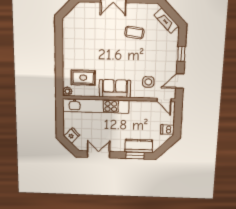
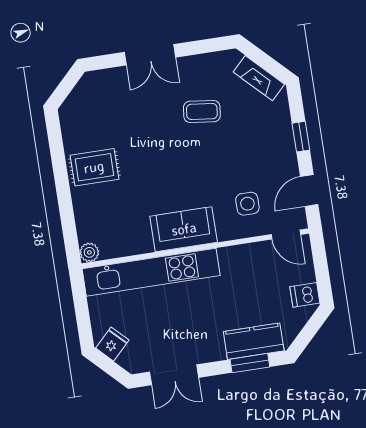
rug: (83, 78) -> (94, 167), moved
double door: (99, 154) -> (174, 375), swing flipped

